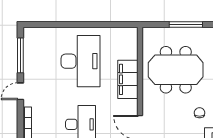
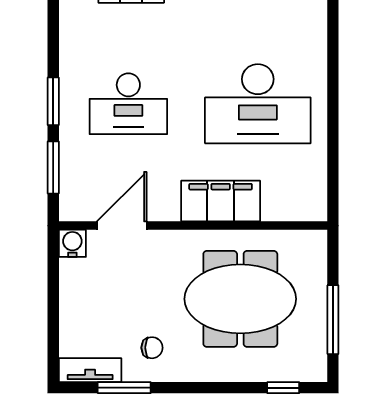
meeting table: (176, 70) -> (240, 299), turned 90

